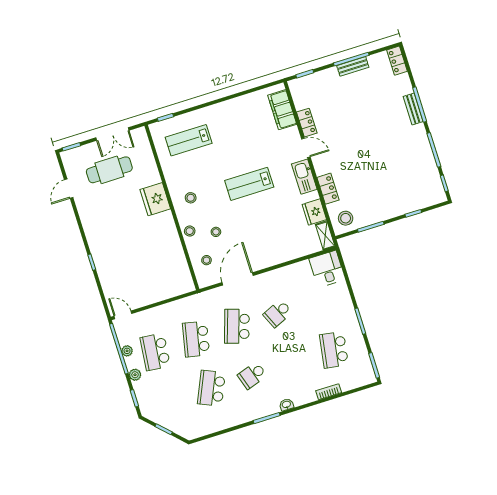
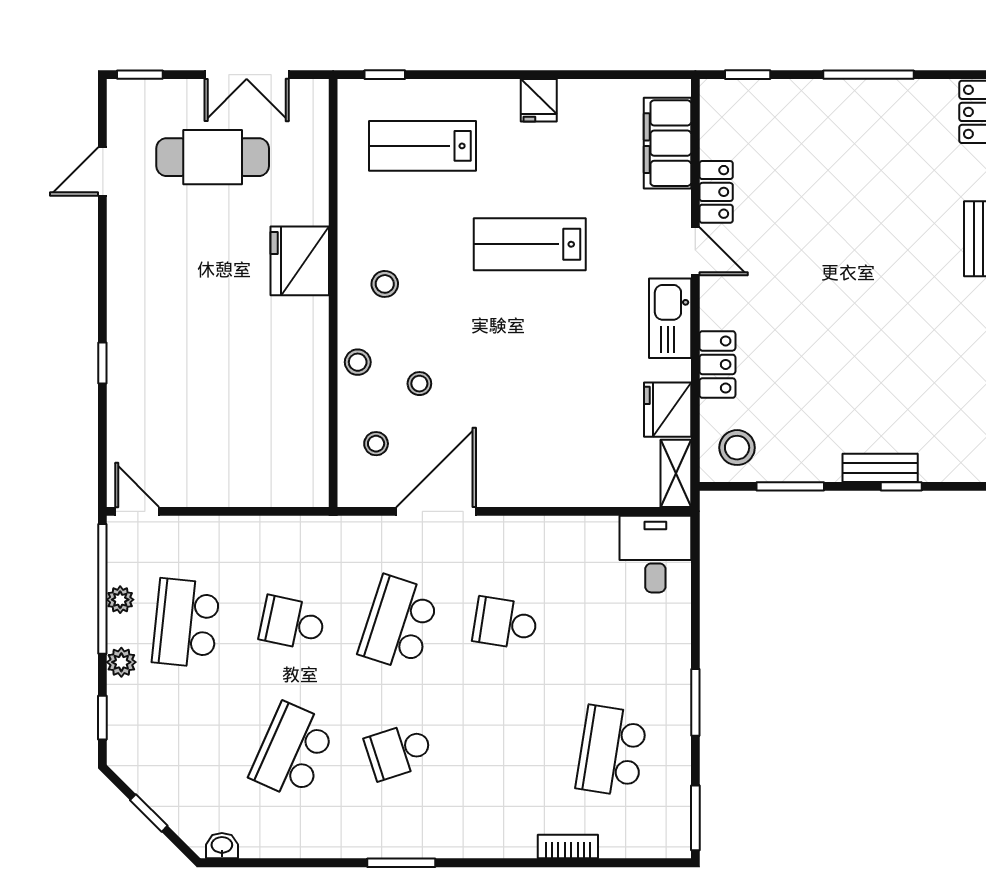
bench: (353, 66) -> (880, 468), moved
fridge: (228, 109) -> (539, 100), added
lab bench: (249, 184) -> (530, 244), moved
school desk: (278, 313) -> (505, 623), turned 33
school desk: (196, 339) -> (292, 623), width x0.54
washbasin: (286, 405) -> (222, 846), moved

